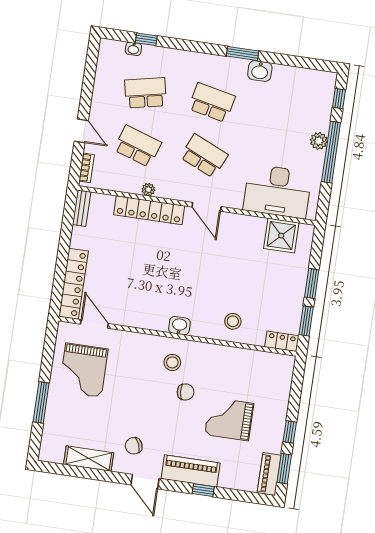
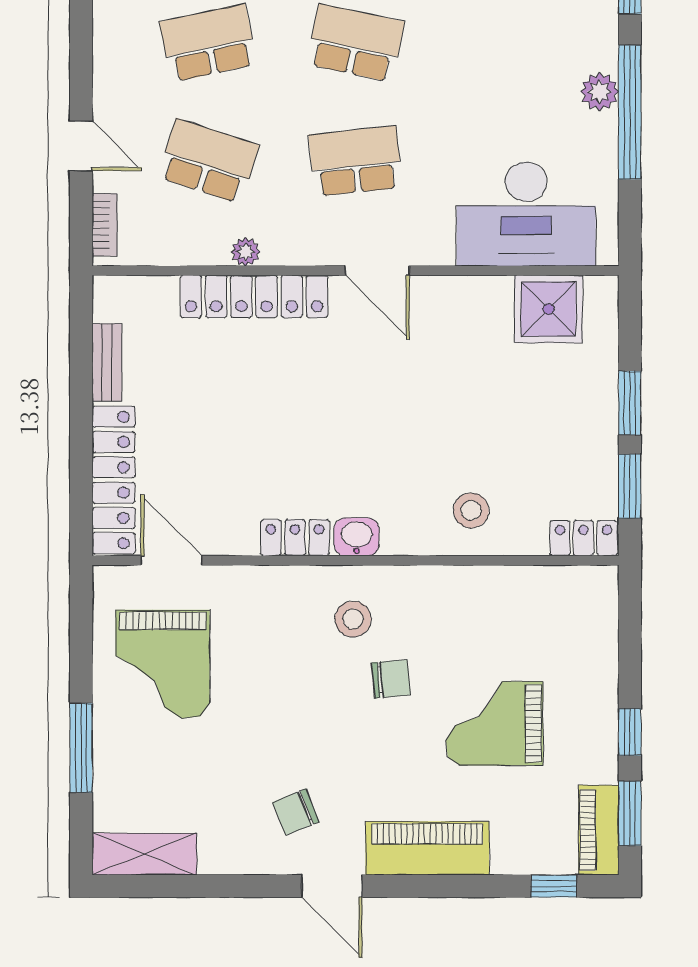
school desk: (204, 156) -> (355, 161), turned -30
bench: (82, 208) -> (107, 362), moved
locker: (152, 322) -> (295, 538), added
shelving: (89, 459) -> (144, 854), moved
window: (203, 490) -> (554, 886), moved

